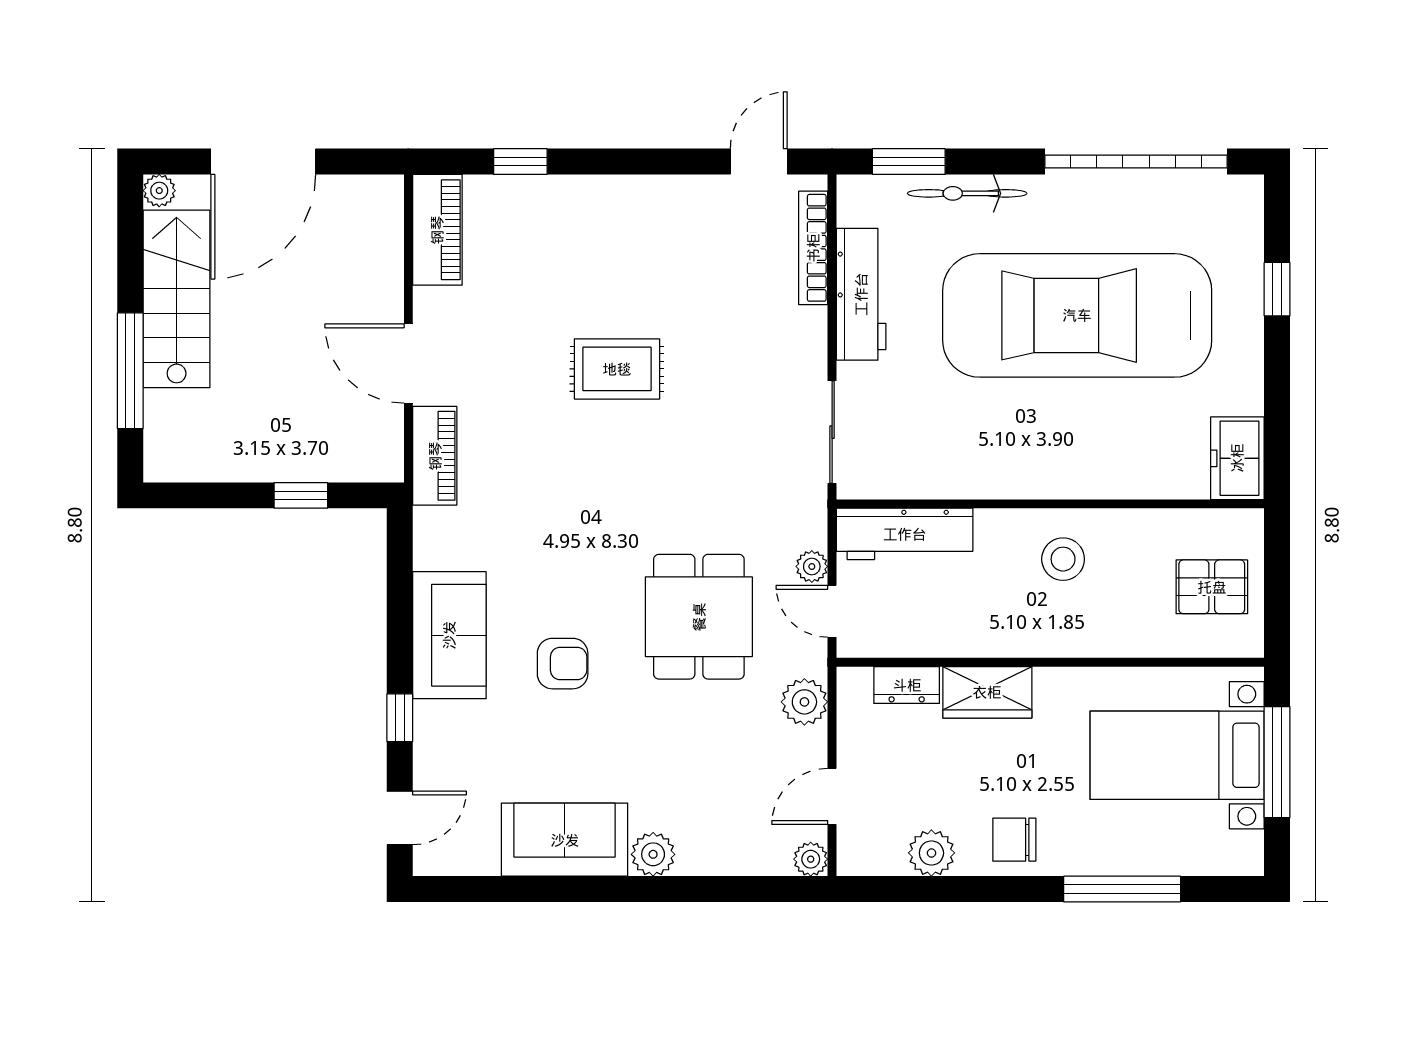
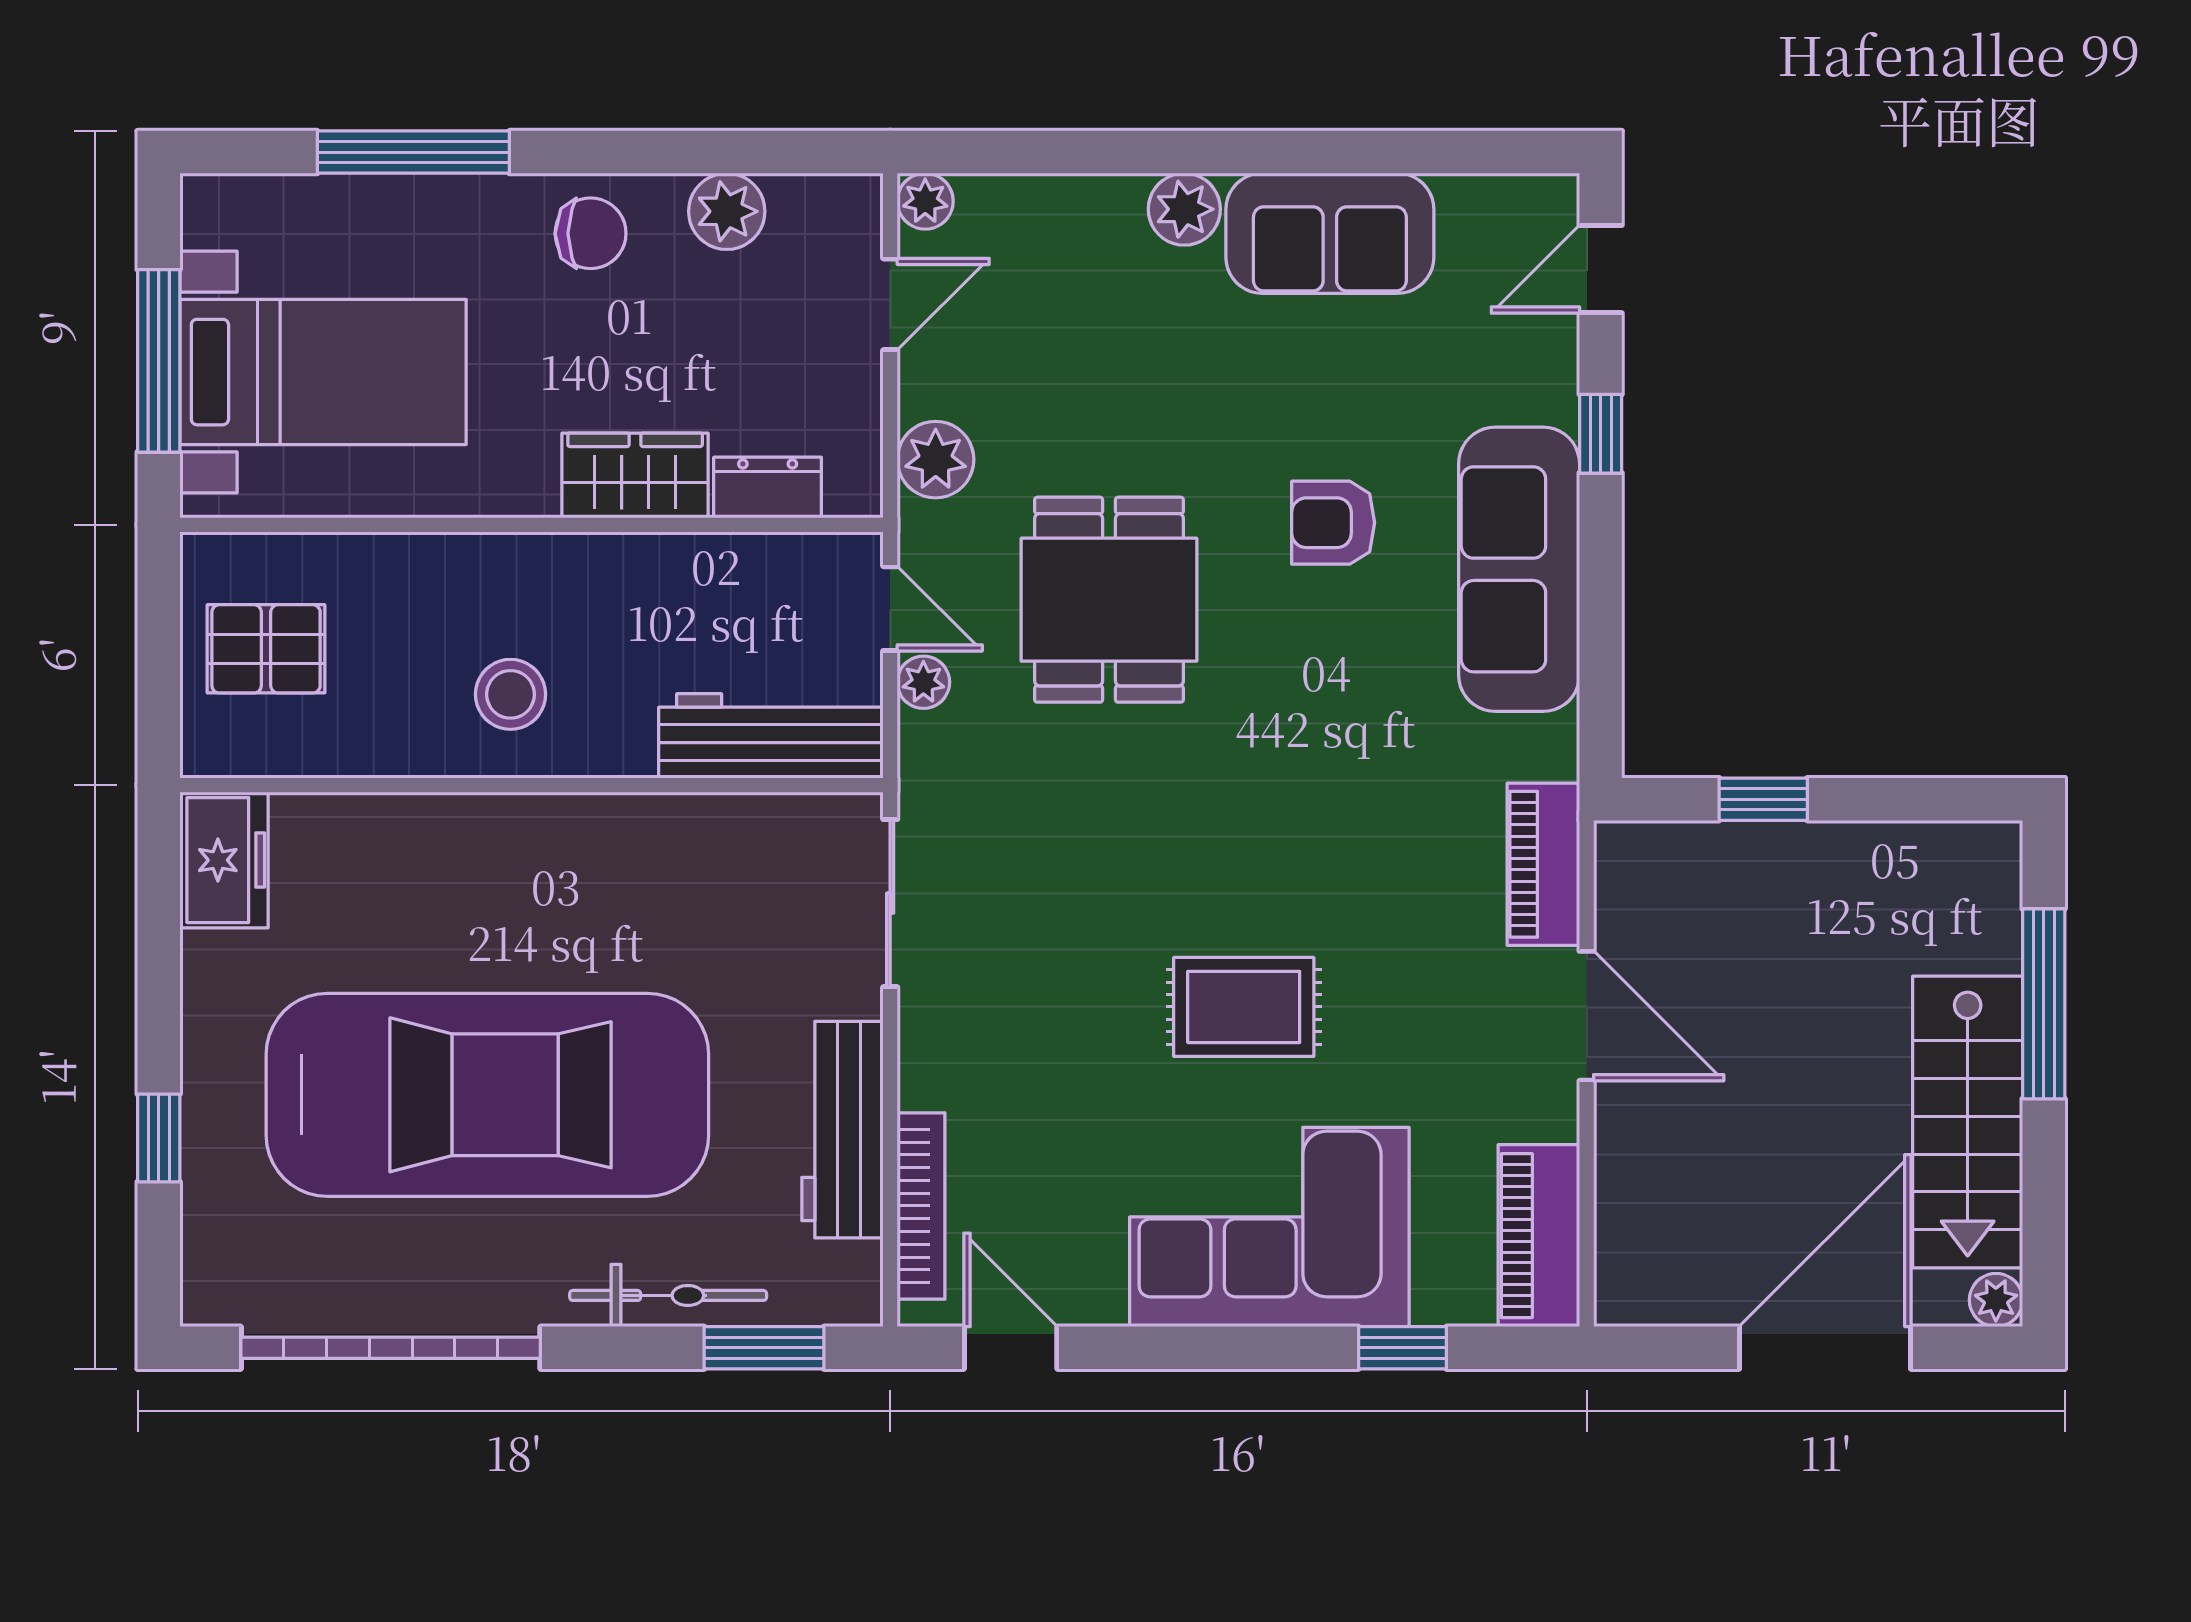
door: (759, 162) -> (1011, 1348), swing flipped
corner sofa: (601, 235) -> (1269, 1227), added
sofa: (449, 635) -> (1519, 569), width x1.36

